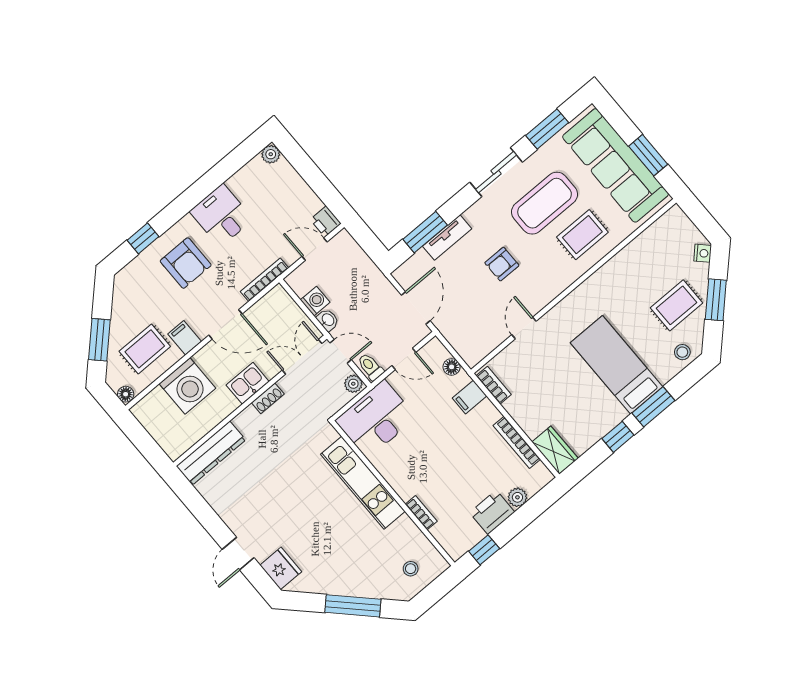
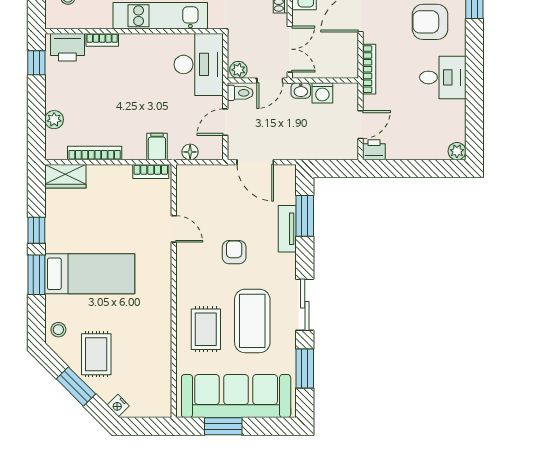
printer: (492, 512) -> (67, 47), moved, turned 90

